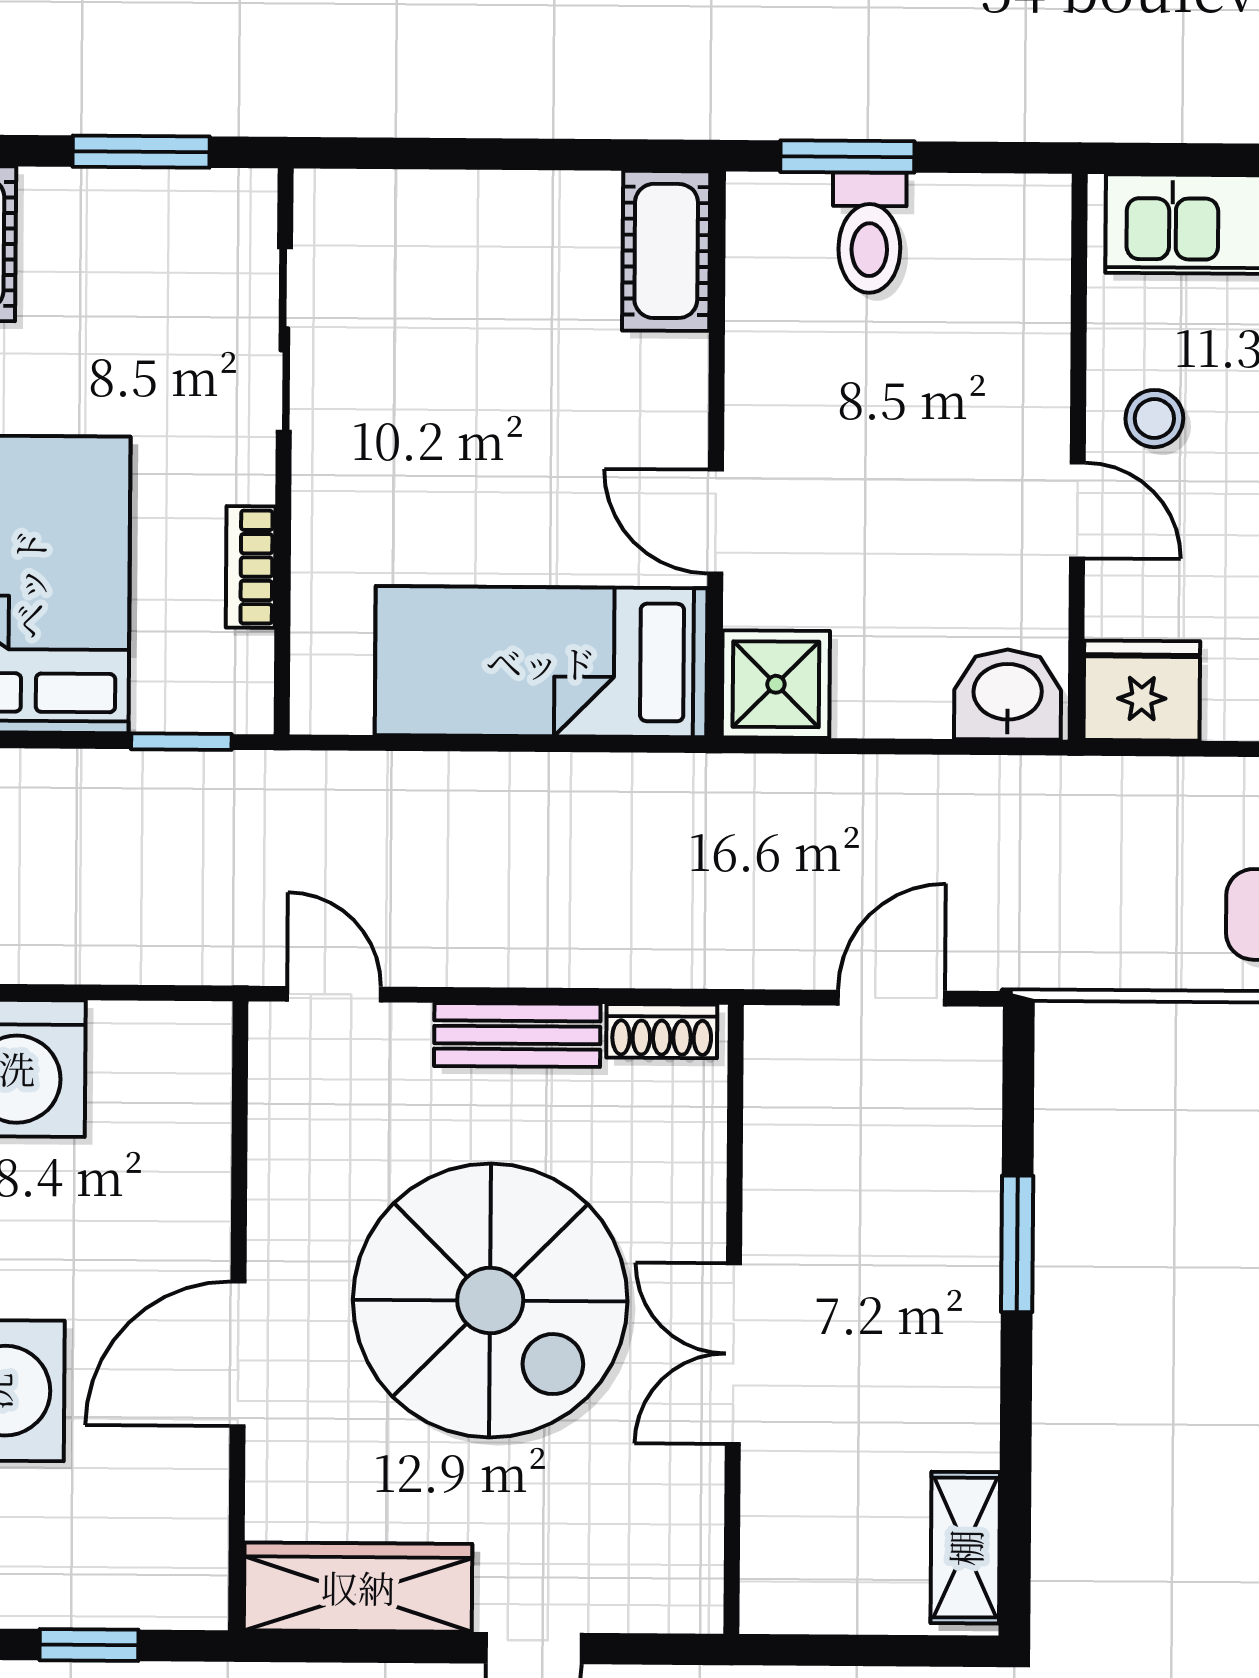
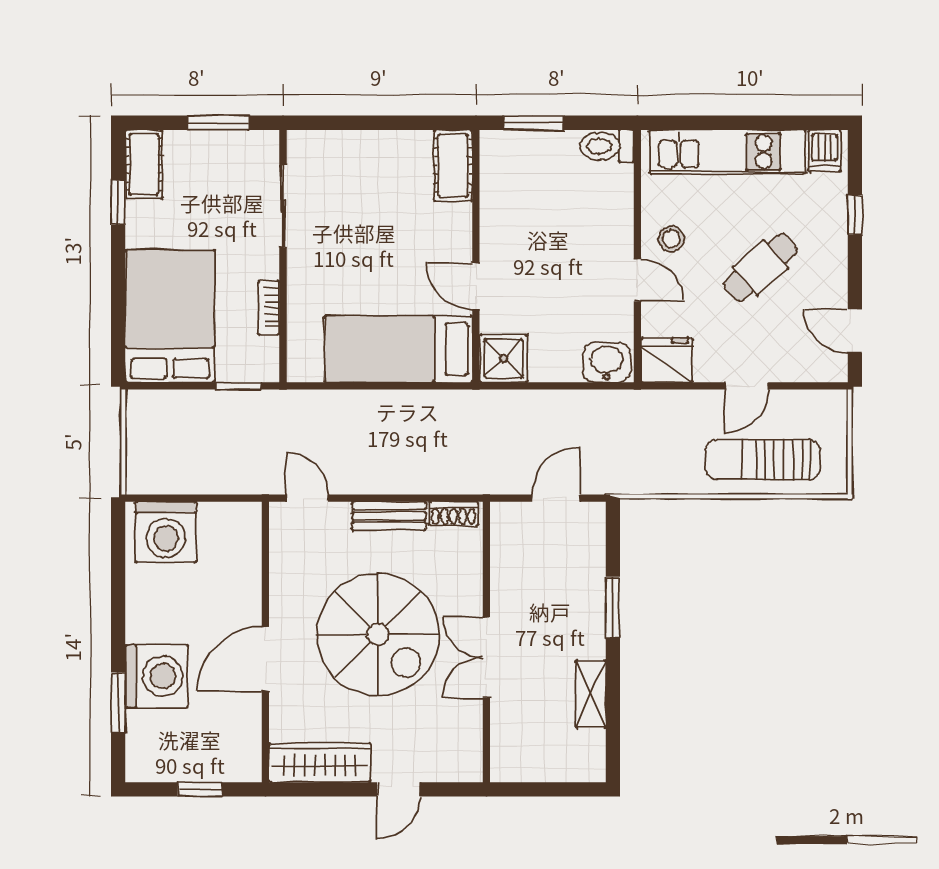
toilet: (869, 233) -> (607, 146), moved, turned 90
shelving: (965, 1548) -> (591, 694), moved

